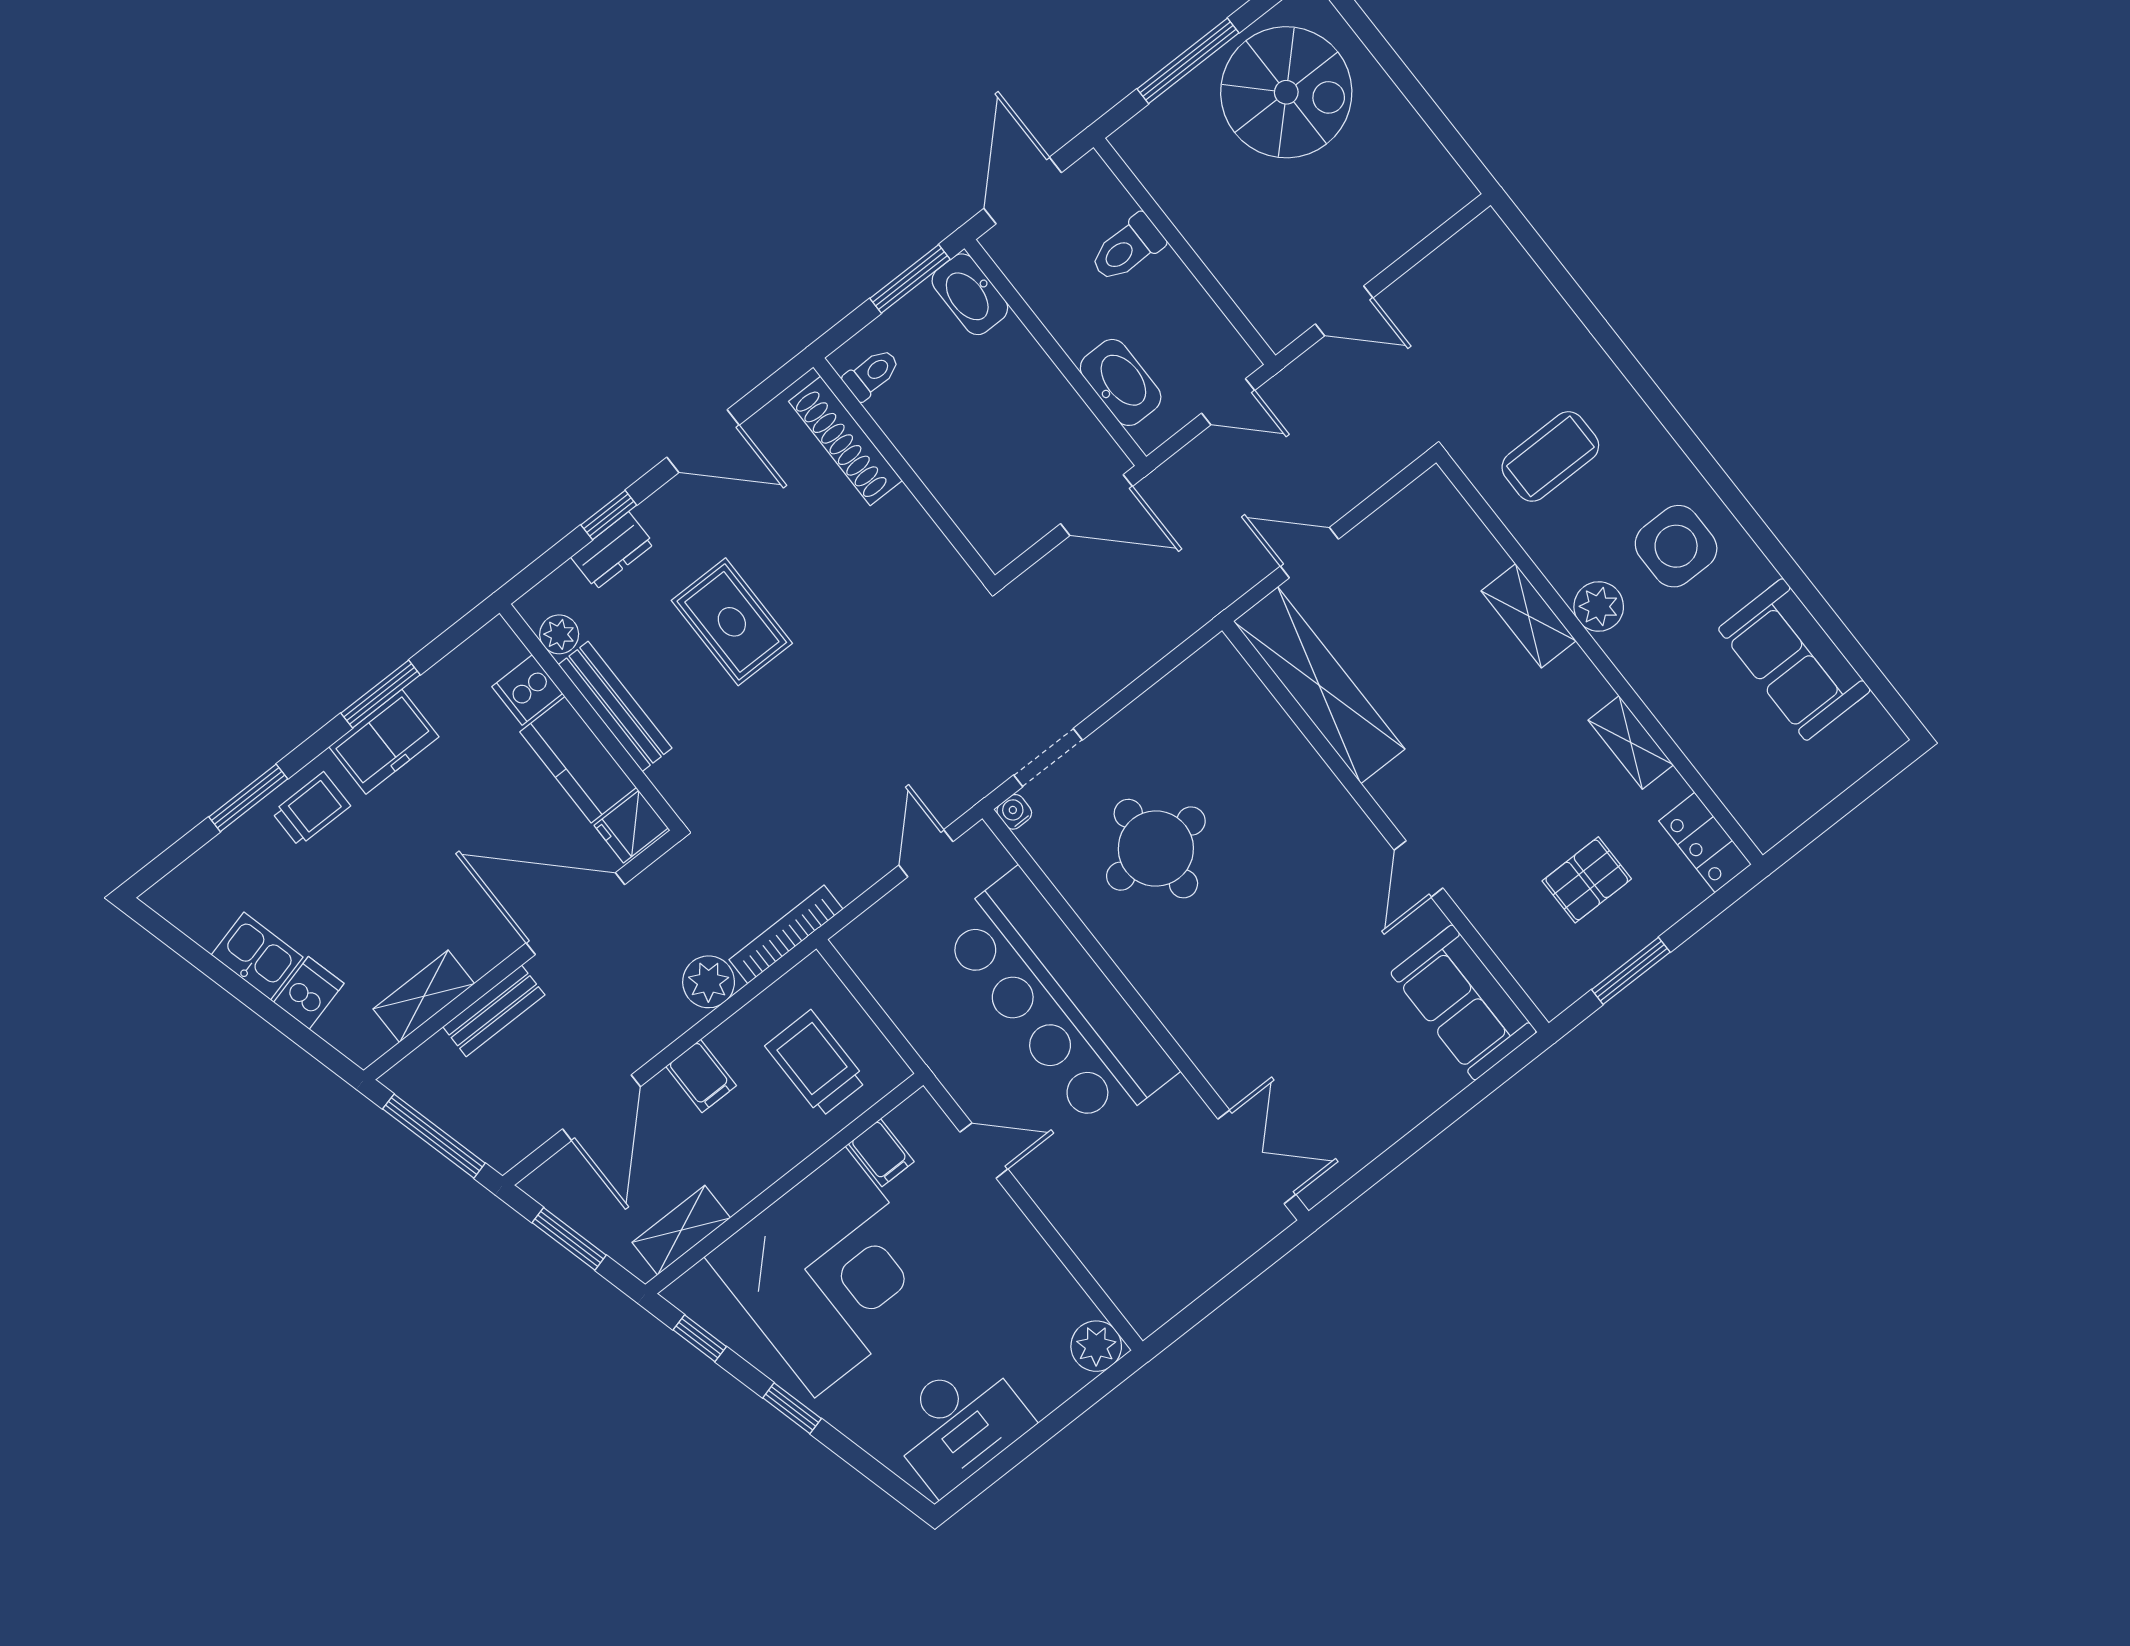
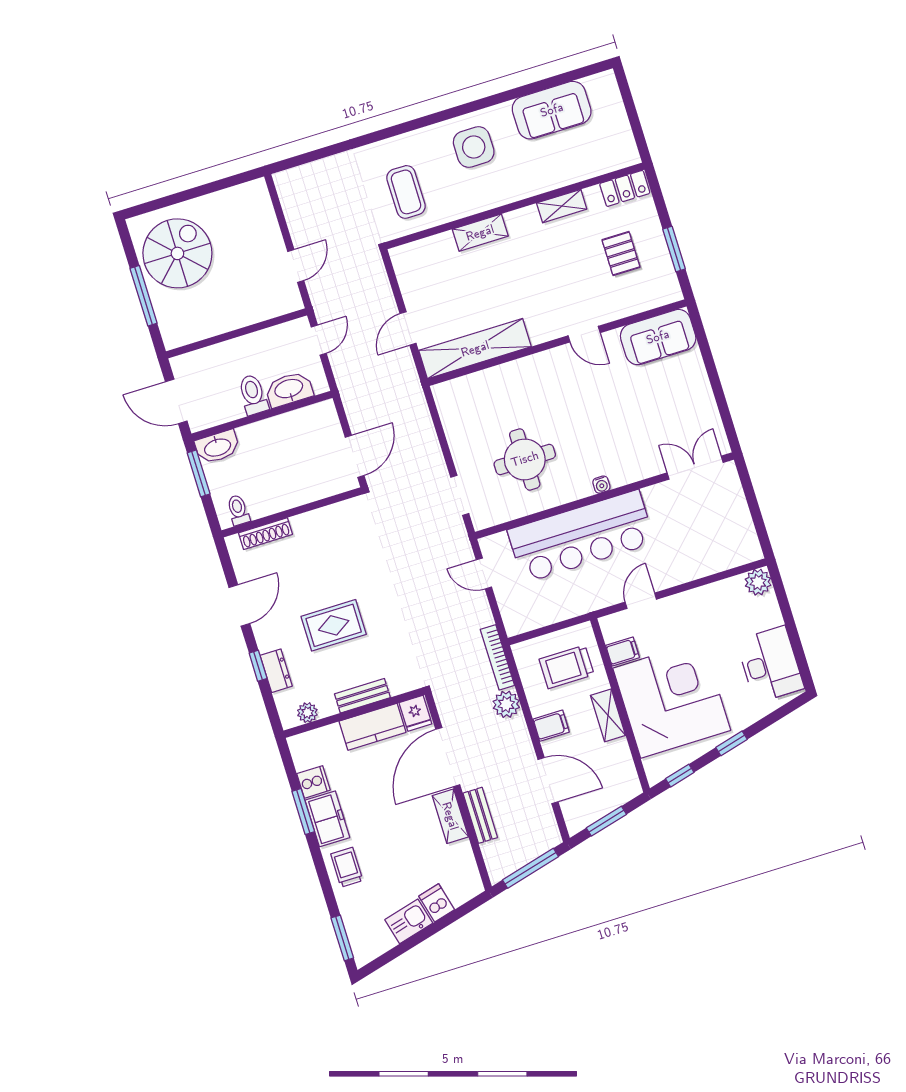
toilet: (1127, 248) -> (253, 395), moved, turned 180
shoe rack: (845, 441) -> (266, 534), width x0.74, depth x0.81
door: (1097, 505) -> (355, 456), moved
plant: (1599, 606) -> (489, 196), removed
cooker: (527, 690) -> (313, 782), moved, turned -90
bench: (615, 706) -> (362, 696), width x0.73
window: (248, 798) -> (342, 938), moved
water cooler: (1014, 812) -> (601, 485), moved, turned -90
shelving: (424, 996) -> (450, 816), moved
shelving: (681, 1230) -> (608, 715), moved

